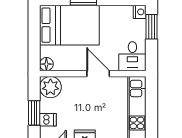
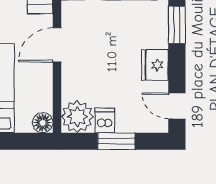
dishwasher: (48, 120) -> (105, 120), moved

